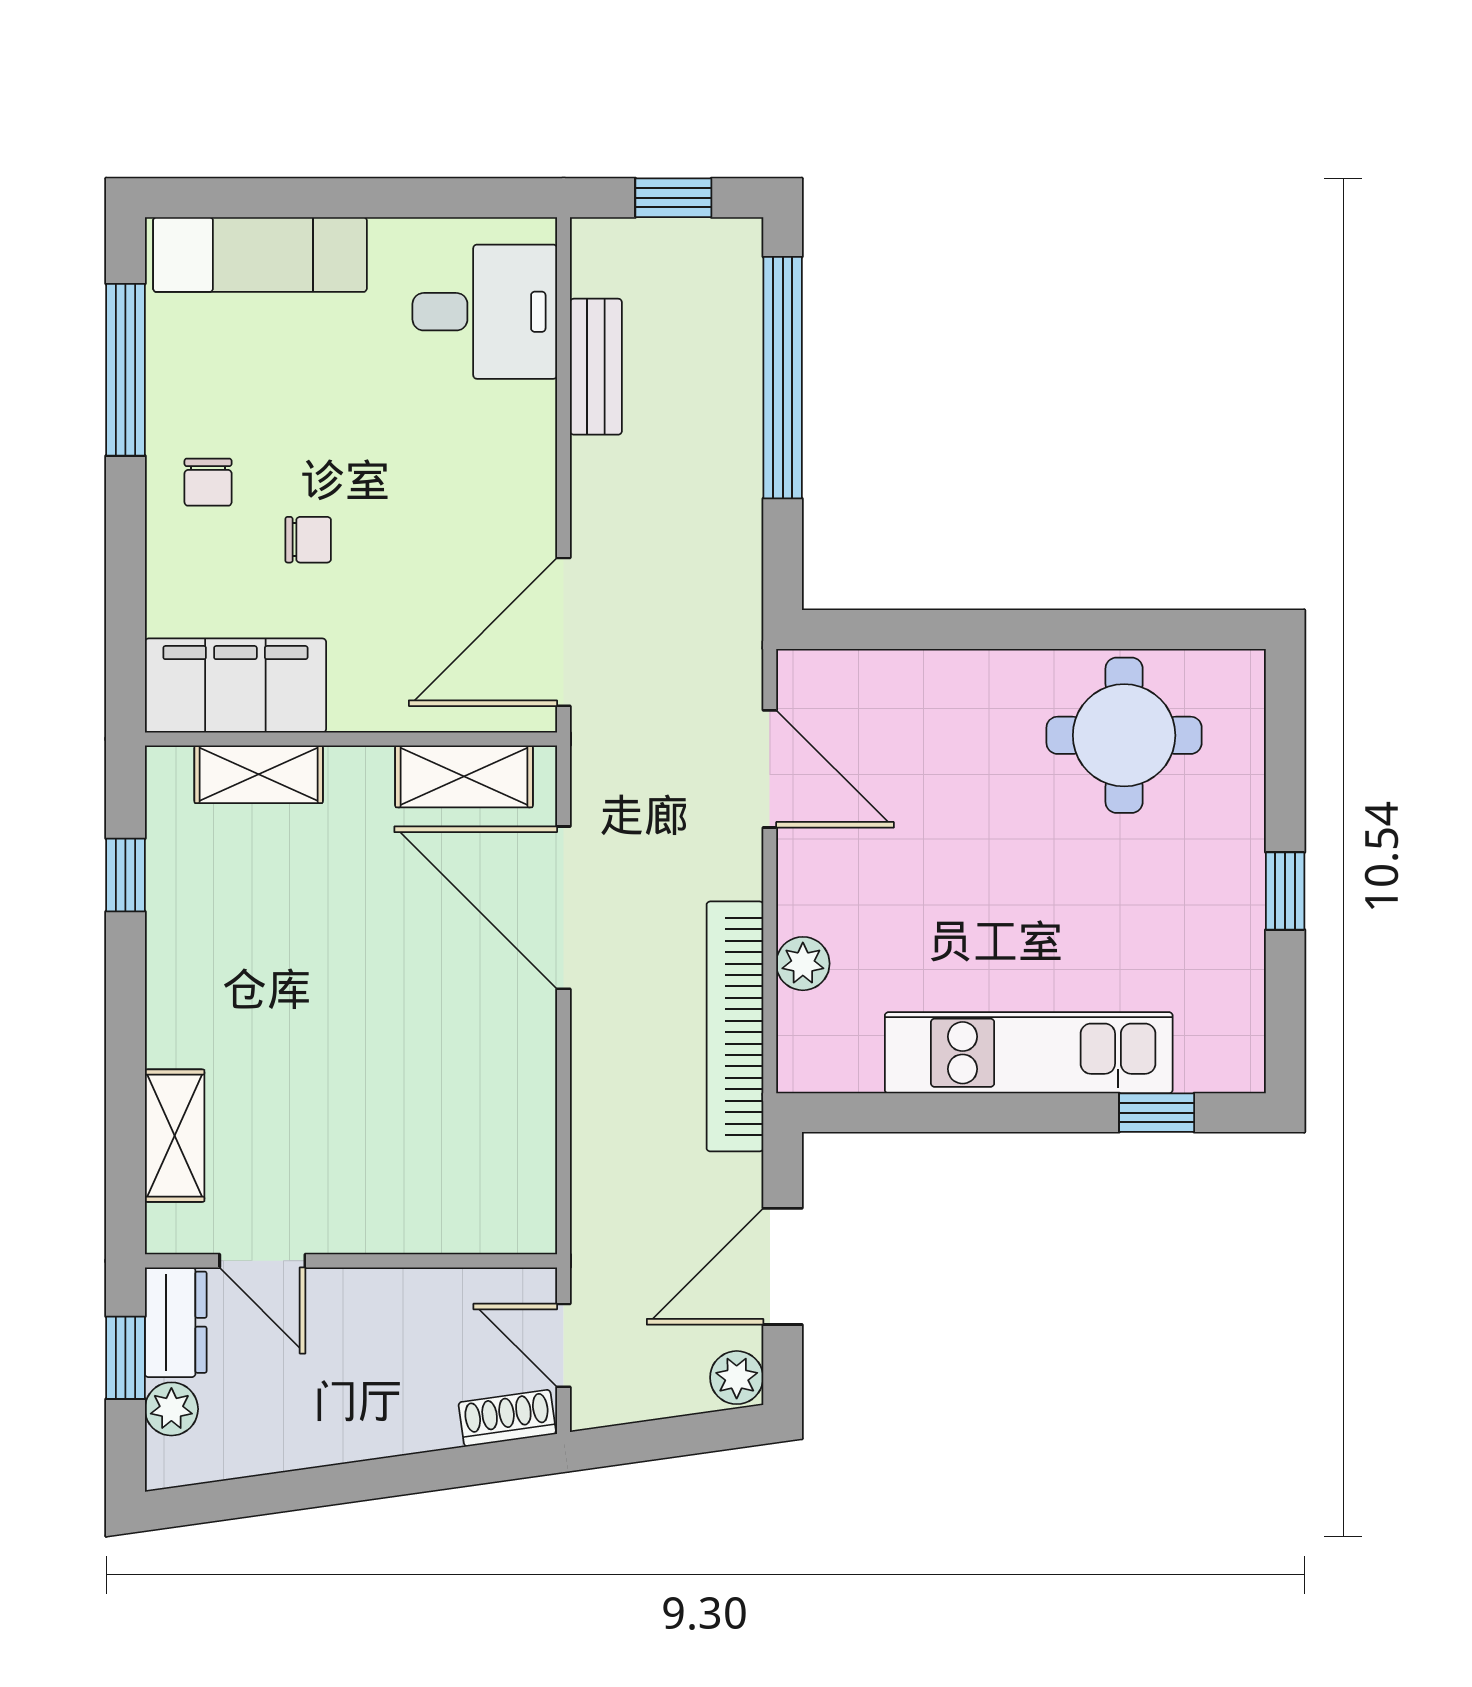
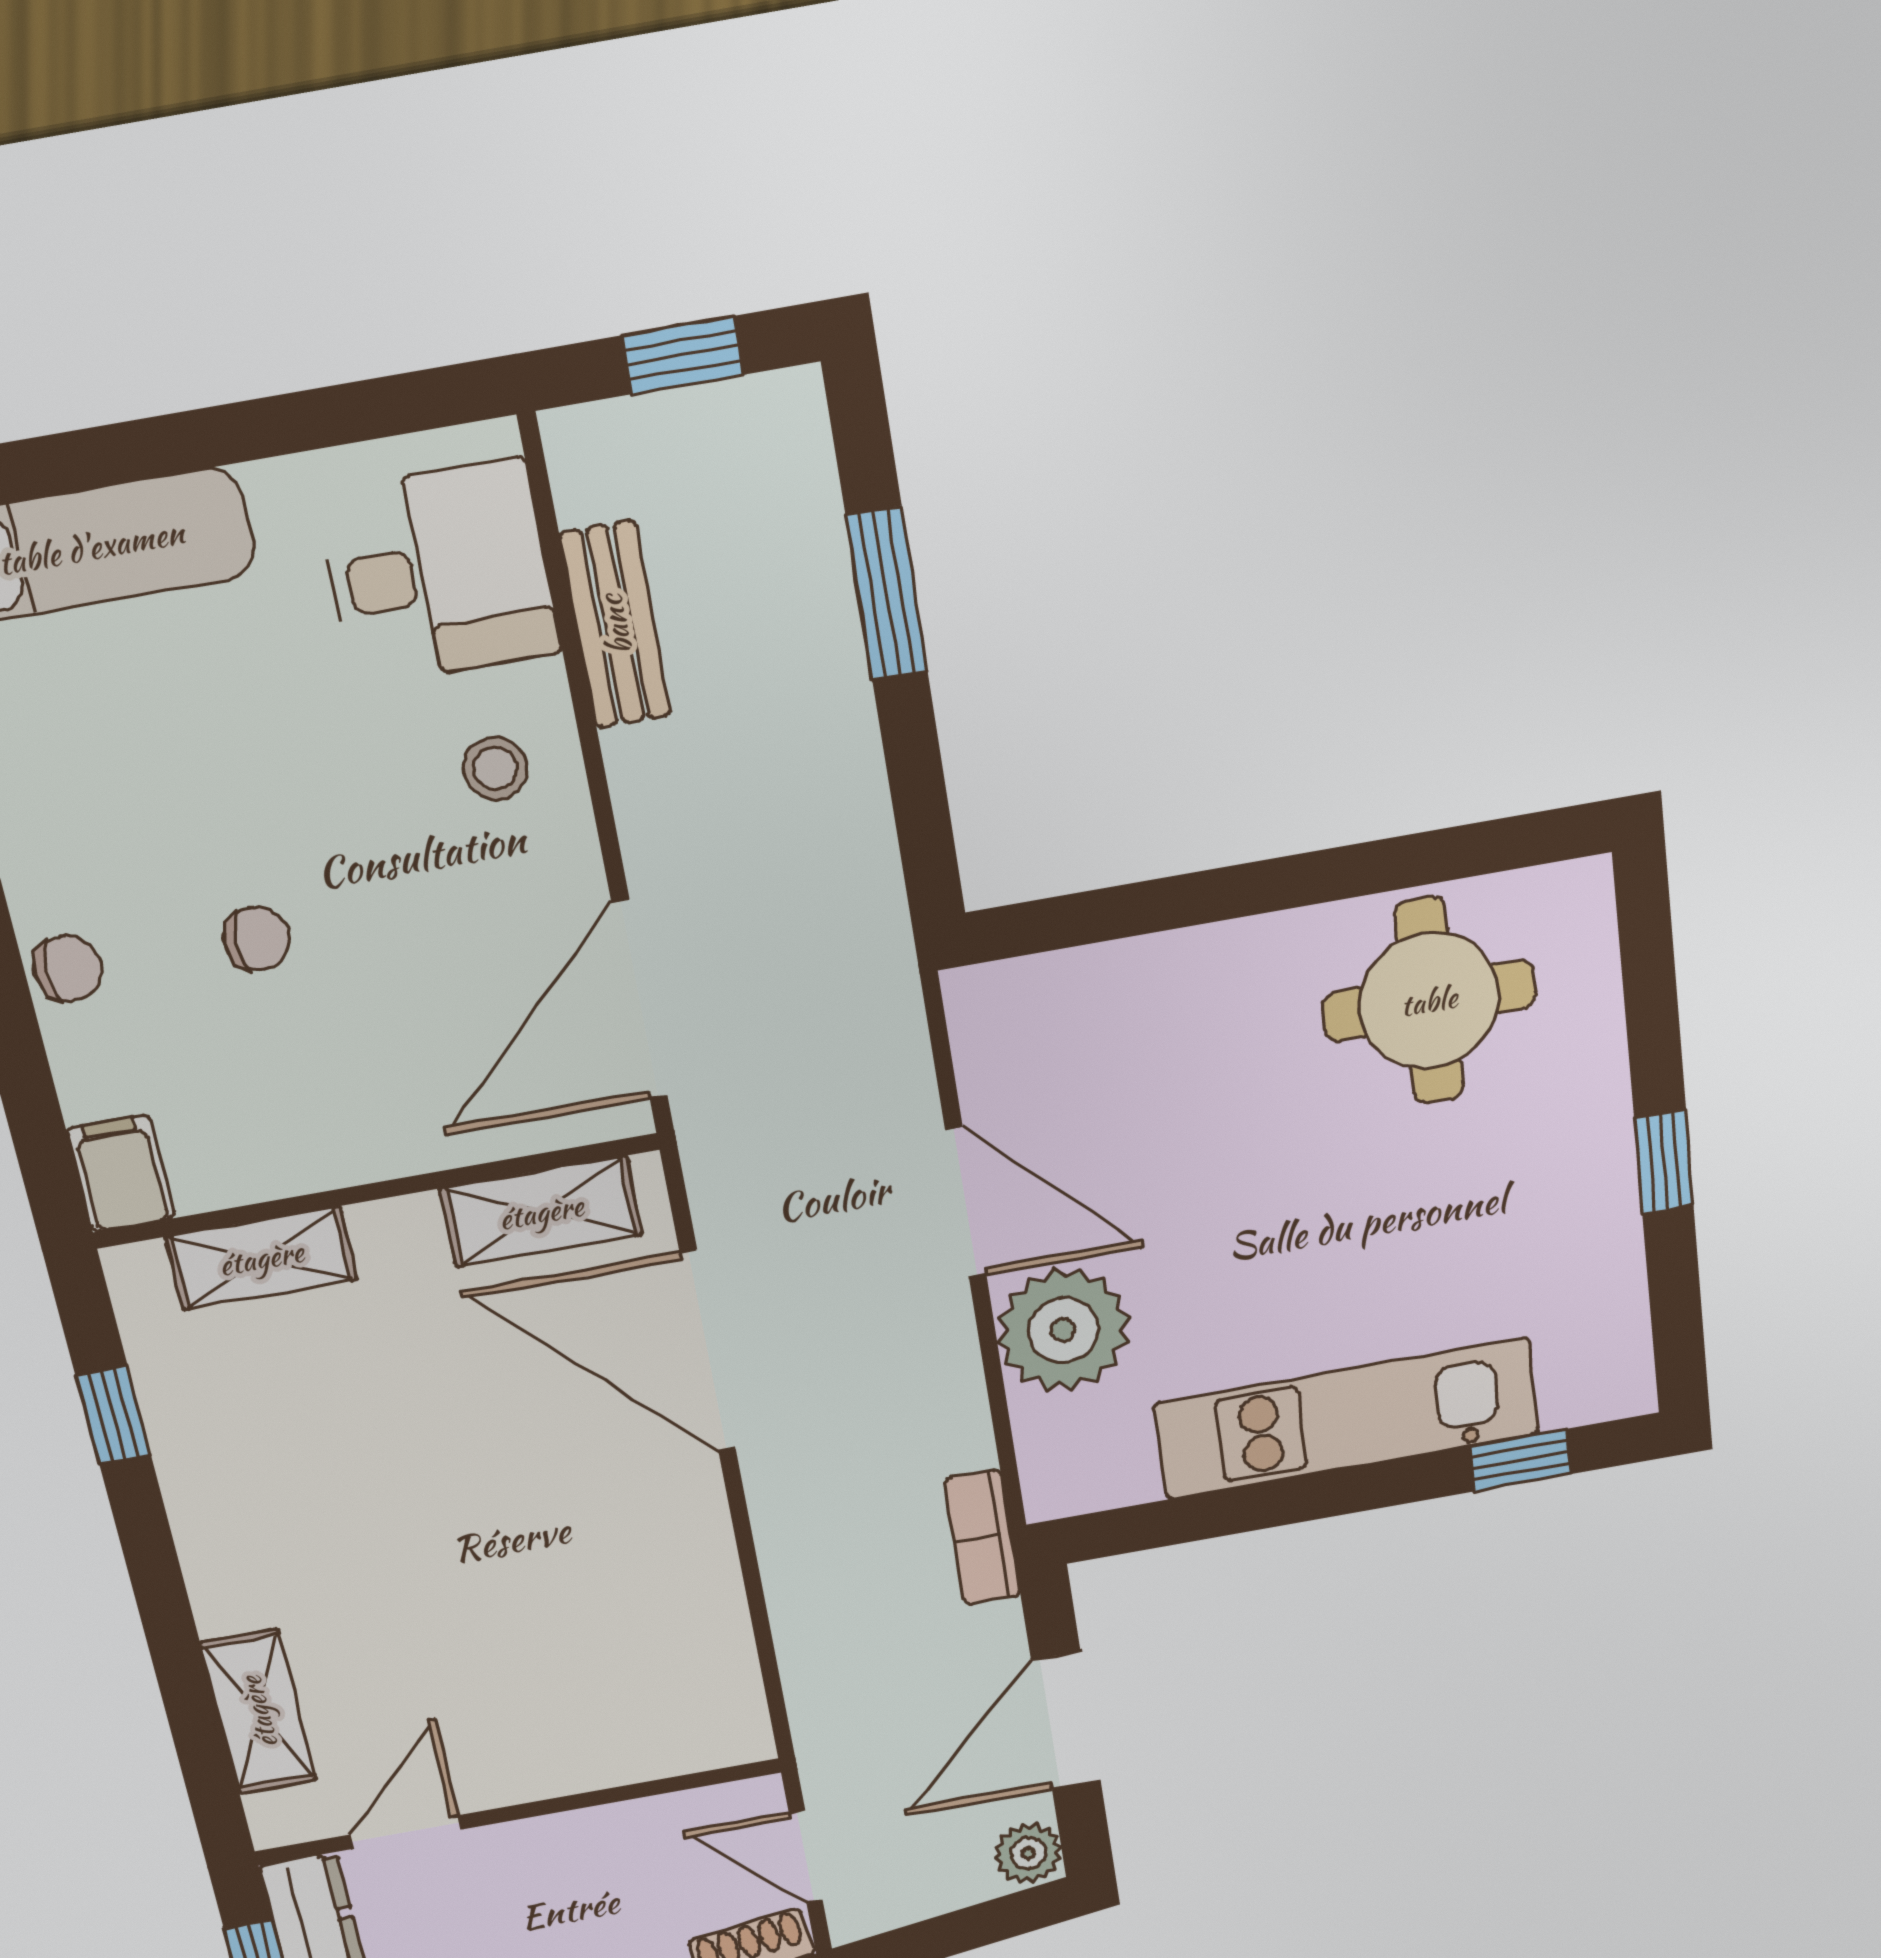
window: (783, 378) -> (887, 594), width x0.47
stool: (496, 450) -> (495, 768), added
chair: (208, 482) -> (68, 969), moved, turned -90
filing cabinet: (235, 685) -> (121, 1173), width x0.33, depth x0.86
door: (770, 769) -> (966, 1203), moved
plant: (803, 964) -> (1063, 1330), width x1.87, depth x1.87
bookcase: (735, 1026) -> (982, 1537), width x0.43, depth x0.76
door: (262, 1261) -> (406, 1832), swing flipped

